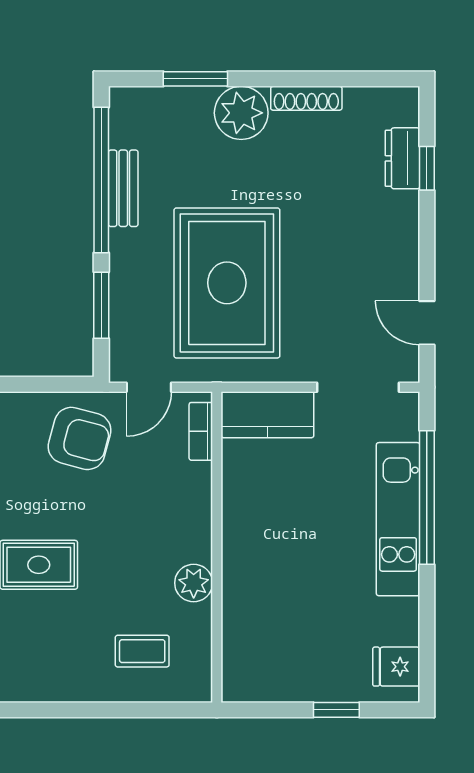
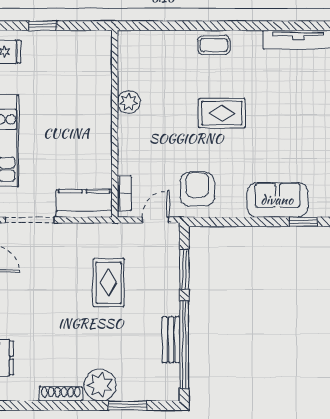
rug: (227, 283) -> (109, 283), width x0.54, depth x0.49
armchair: (80, 438) -> (197, 189), turned 75
coffee table: (142, 651) -> (214, 45), moved

